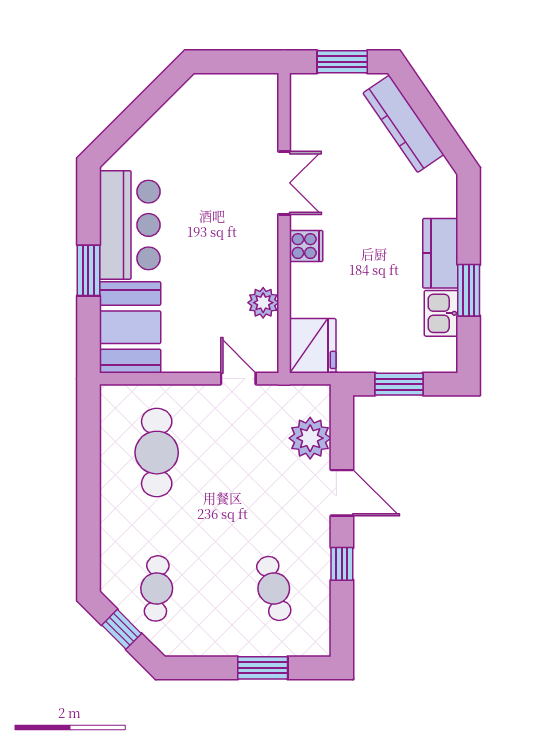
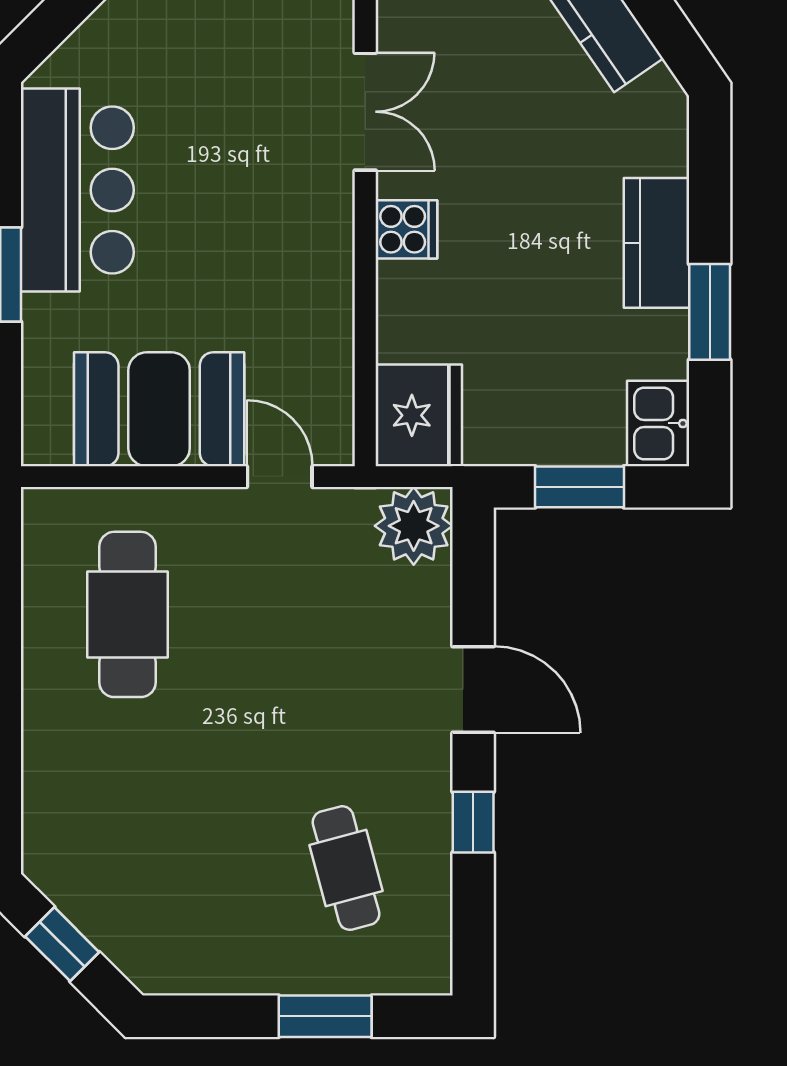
plant: (263, 303) -> (326, 335), removed
kitchen sink: (441, 313) -> (658, 423), moved
booth: (130, 327) -> (159, 409), moved, turned 90
plant: (310, 438) -> (414, 526), moved
cafe table: (157, 588) -> (127, 868), removed

